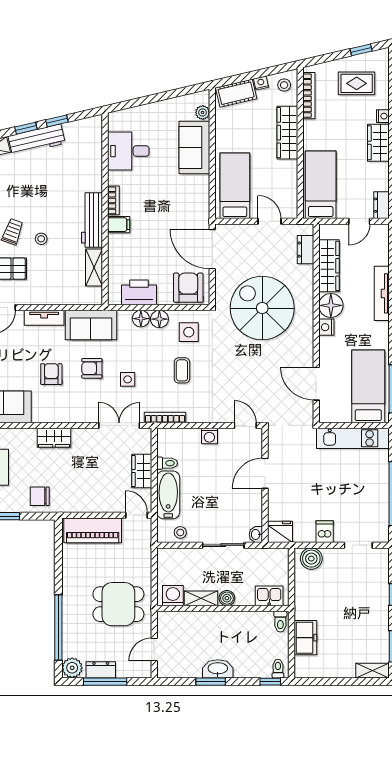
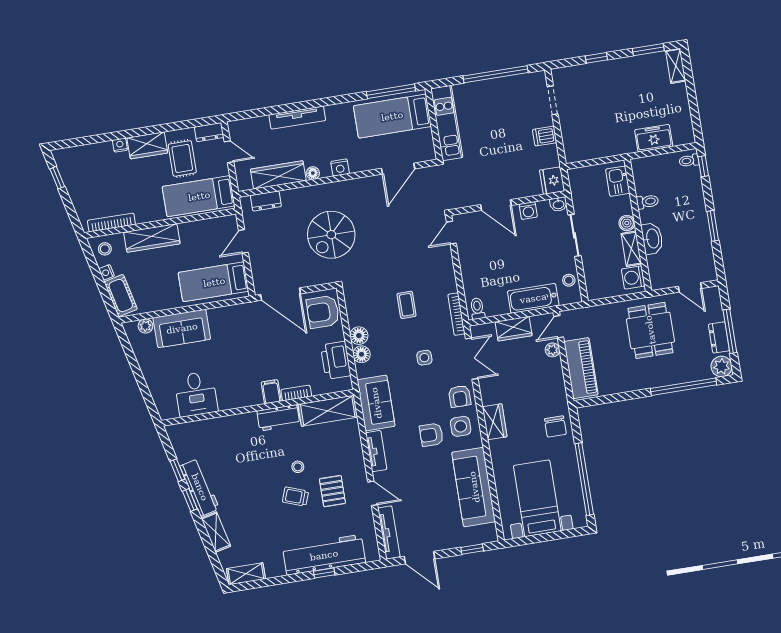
rug: (357, 83) -> (182, 158), moved
bookcase: (113, 200) -> (296, 393), moved
workbench: (92, 220) -> (278, 418), width x0.73
door: (212, 249) -> (281, 294), hinge flipped
shelving: (94, 267) -> (328, 411), width x1.50, depth x1.33
floor lamp: (331, 305) -> (313, 173), width x0.53, depth x0.53
spiral stairs: (262, 308) -> (331, 235), width x0.73, depth x0.73
side table: (189, 332) -> (461, 426), moved
armchair: (92, 368) -> (460, 396), moved
coffee table: (182, 370) -> (407, 305), turned 90
double door: (119, 425) -> (472, 359), swing flipped
washing machine: (209, 436) -> (528, 211), moved, turned 90
toilet: (167, 463) -> (477, 309), moved
plant: (115, 506) -> (552, 350), added
boiler: (311, 559) -> (574, 145), removed
toilet: (280, 622) -> (647, 202), moved
washbasin: (218, 669) -> (652, 239), moved, turned 180

